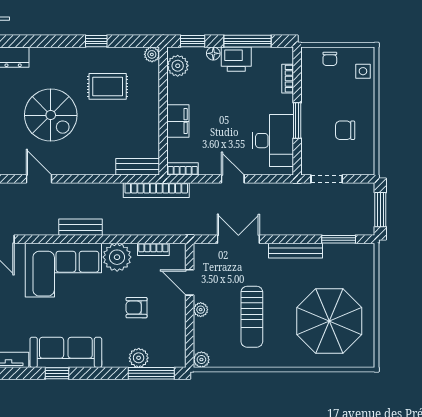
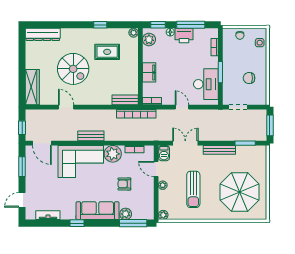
barbecue: (203, 256) -> (164, 153), added
sofa: (66, 352) -> (98, 211), moved

